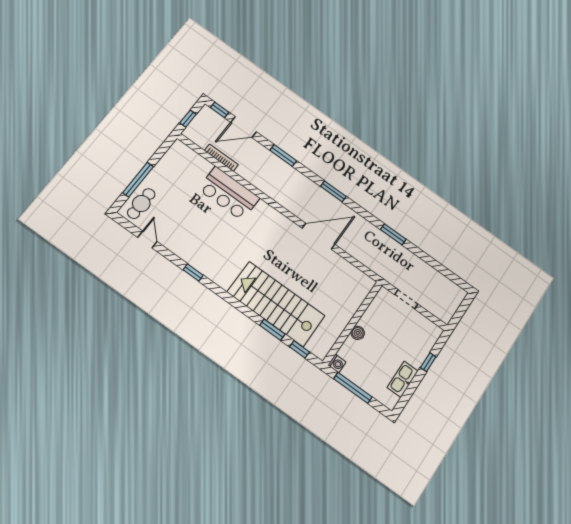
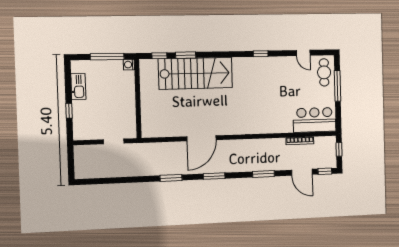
door: (244, 127) -> (302, 172), swing flipped
bar counter: (229, 193) -> (315, 120), moved
window: (393, 234) -> (171, 178), moved
boiler: (358, 333) -> (130, 95), removed

